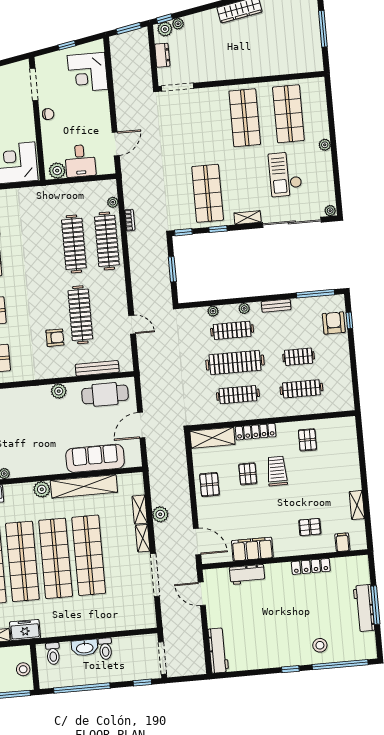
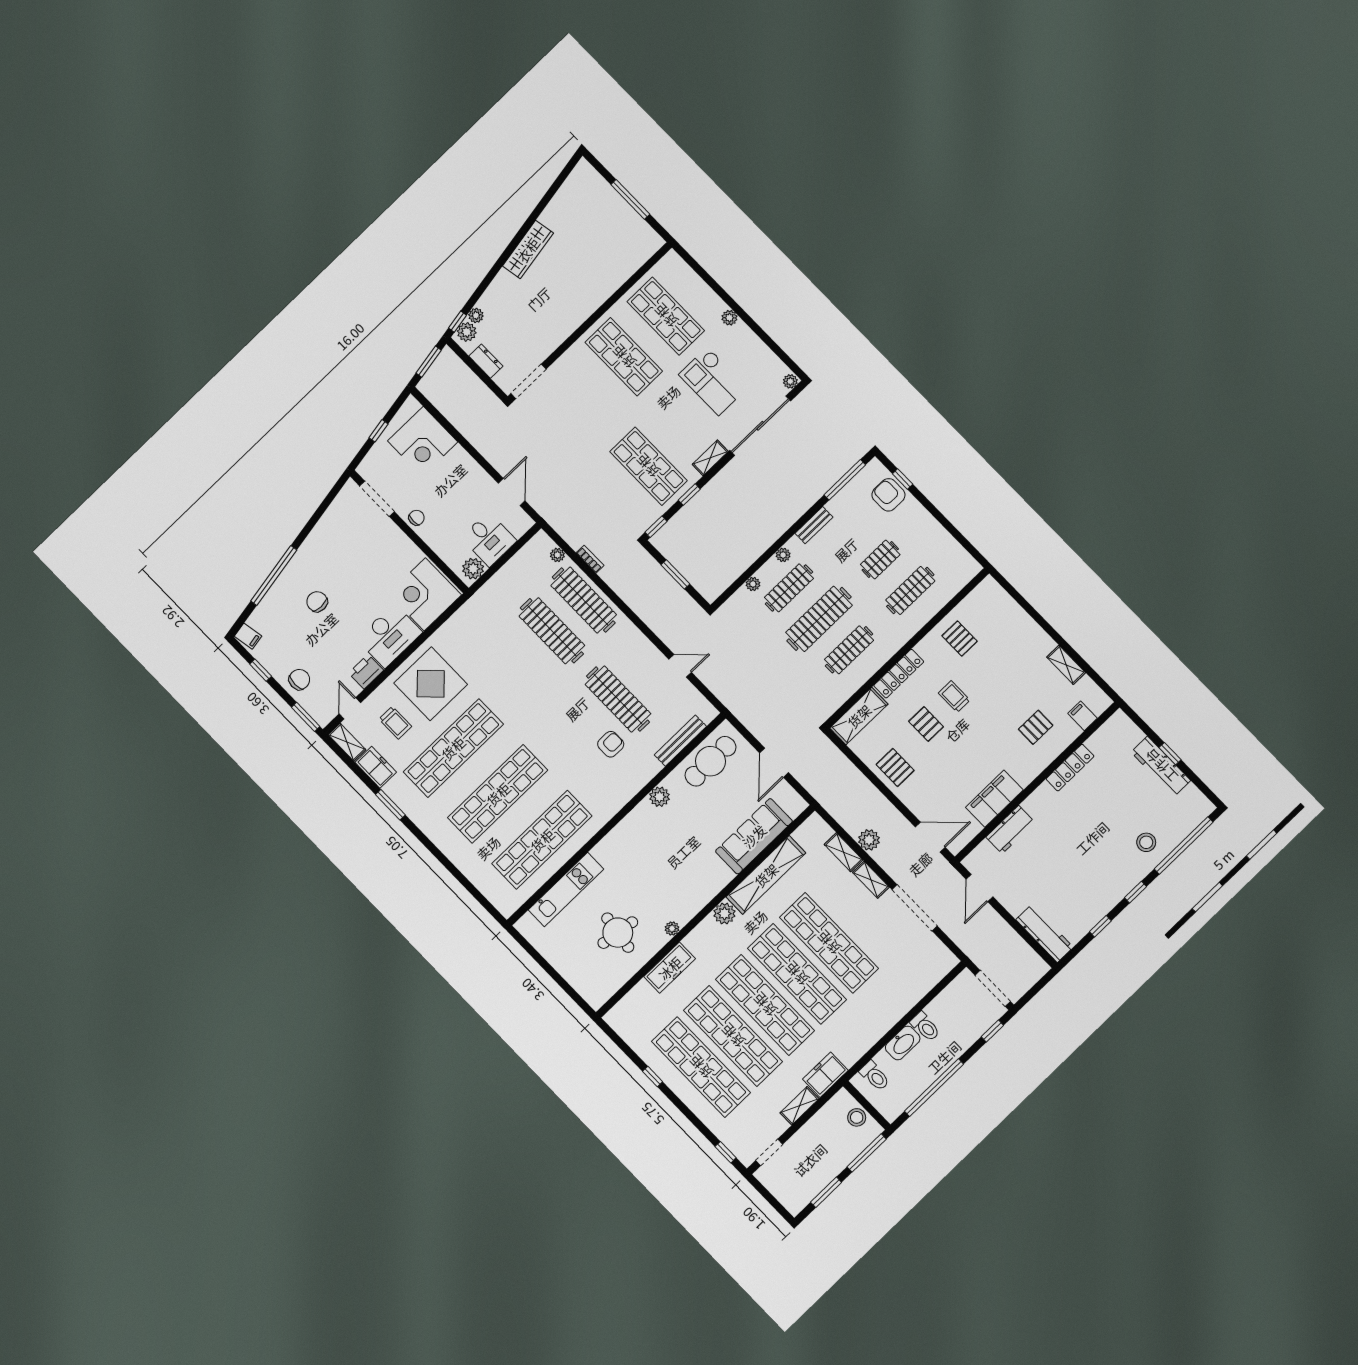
trolley: (277, 471) -> (954, 697), width x0.73, depth x0.72
door: (202, 594) -> (979, 888), hinge flipped
window: (375, 605) -> (1170, 754), width x0.46
window: (254, 672) -> (1100, 926), added

